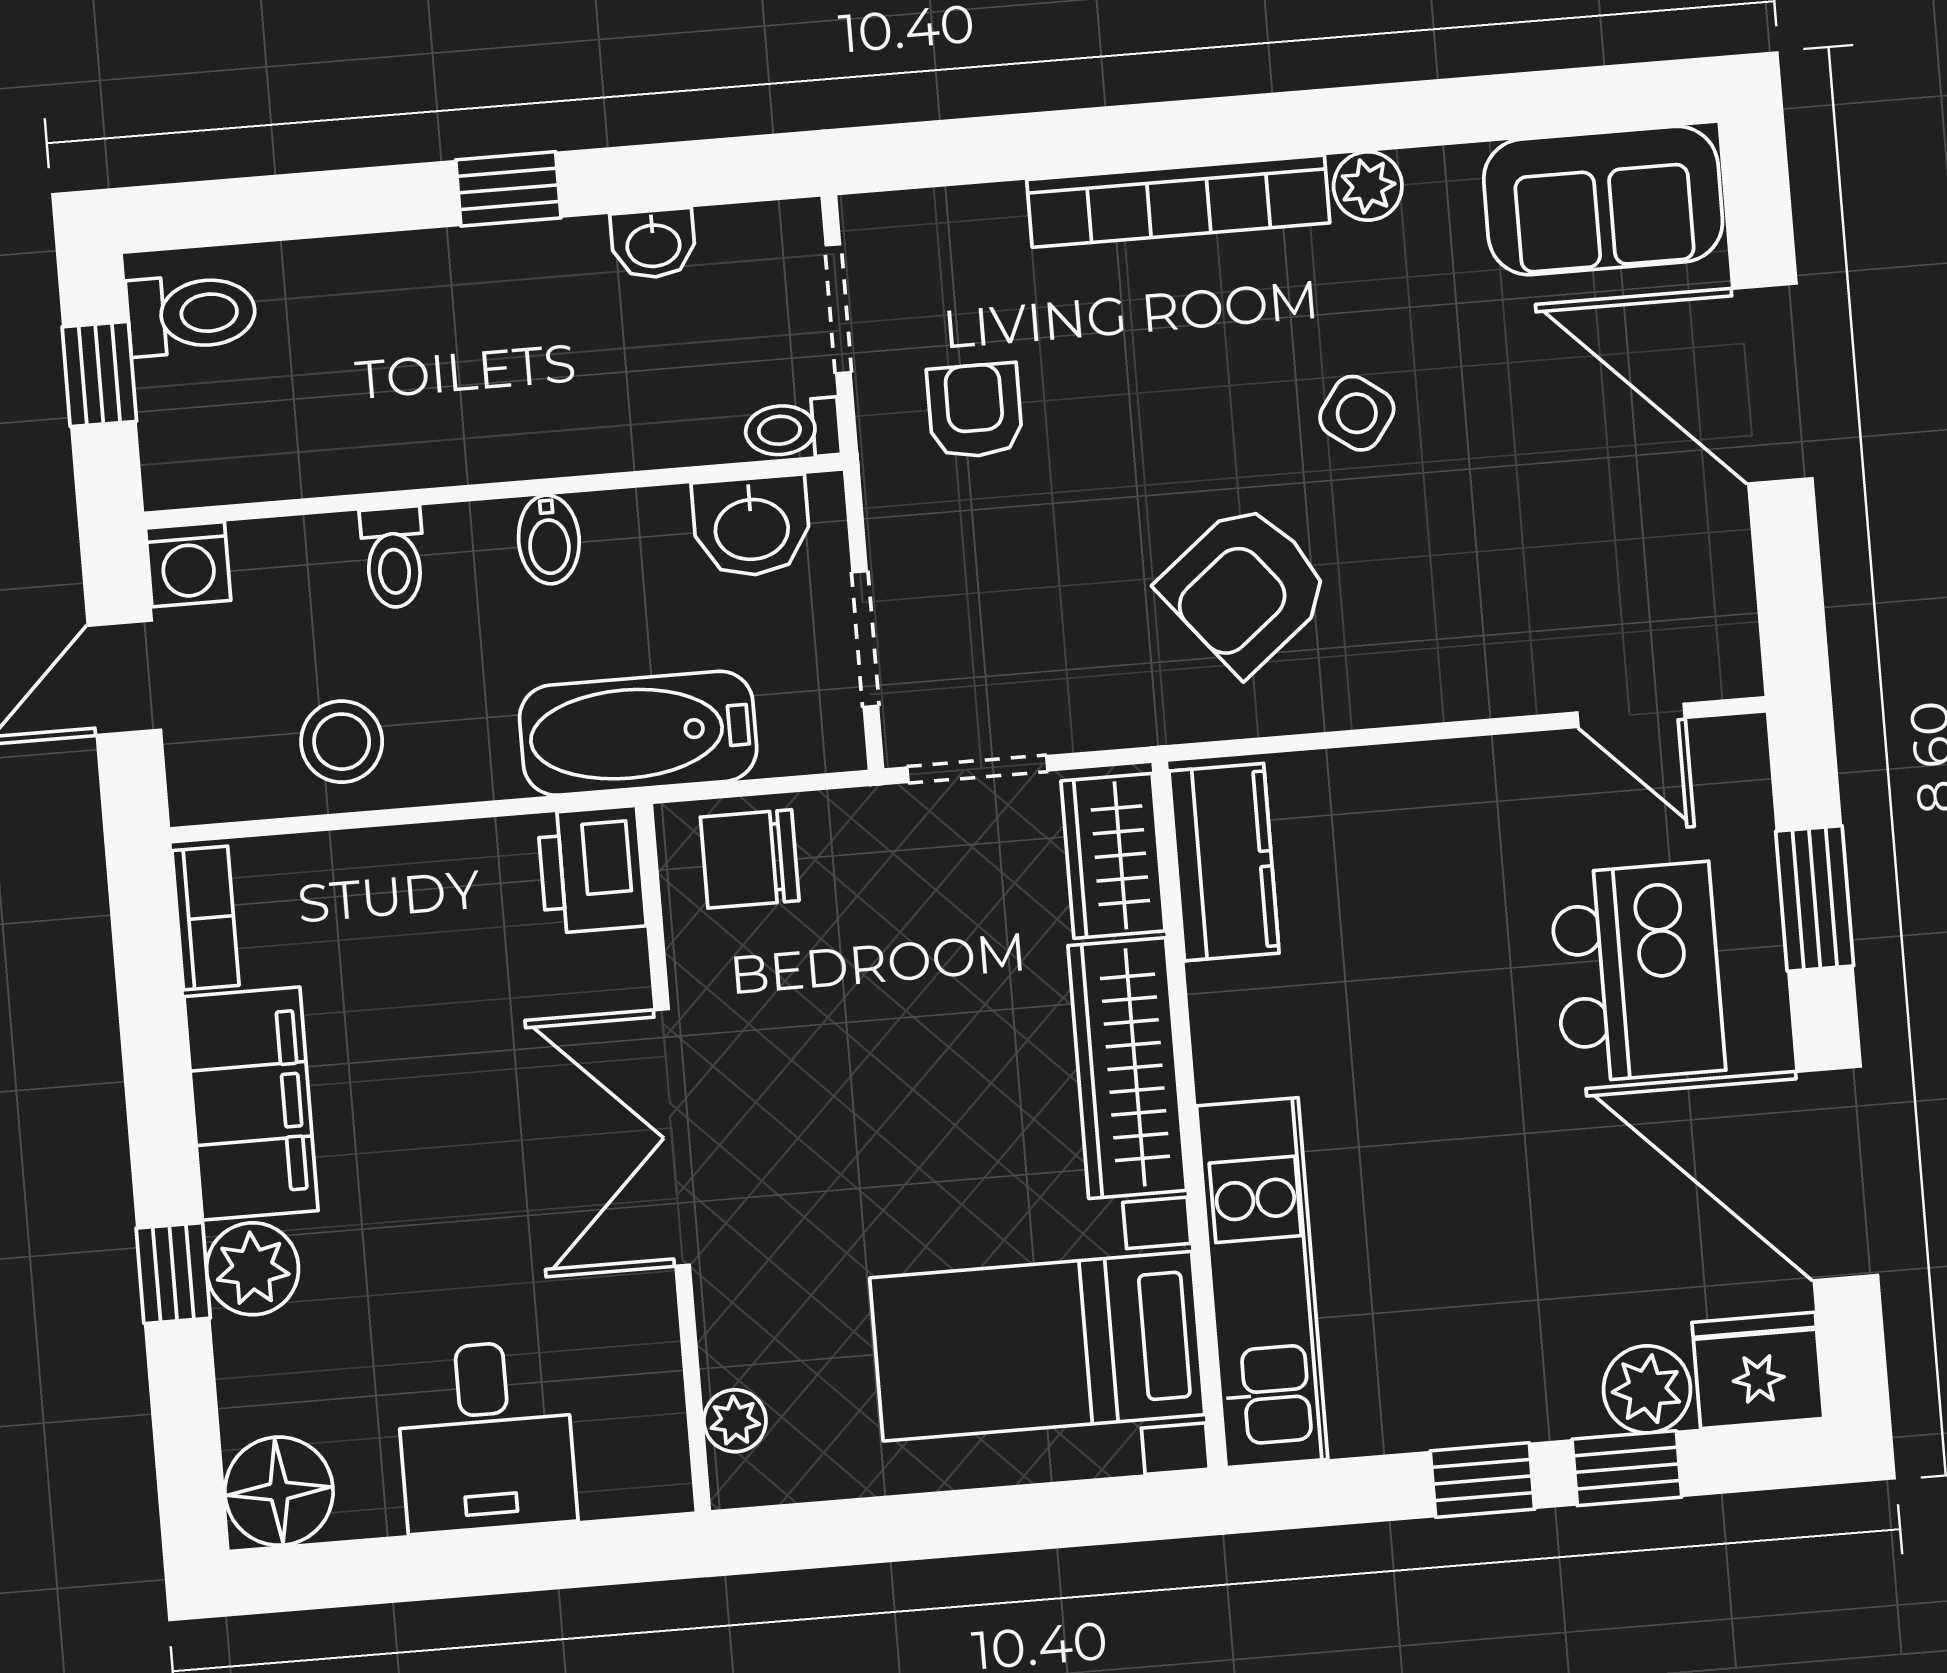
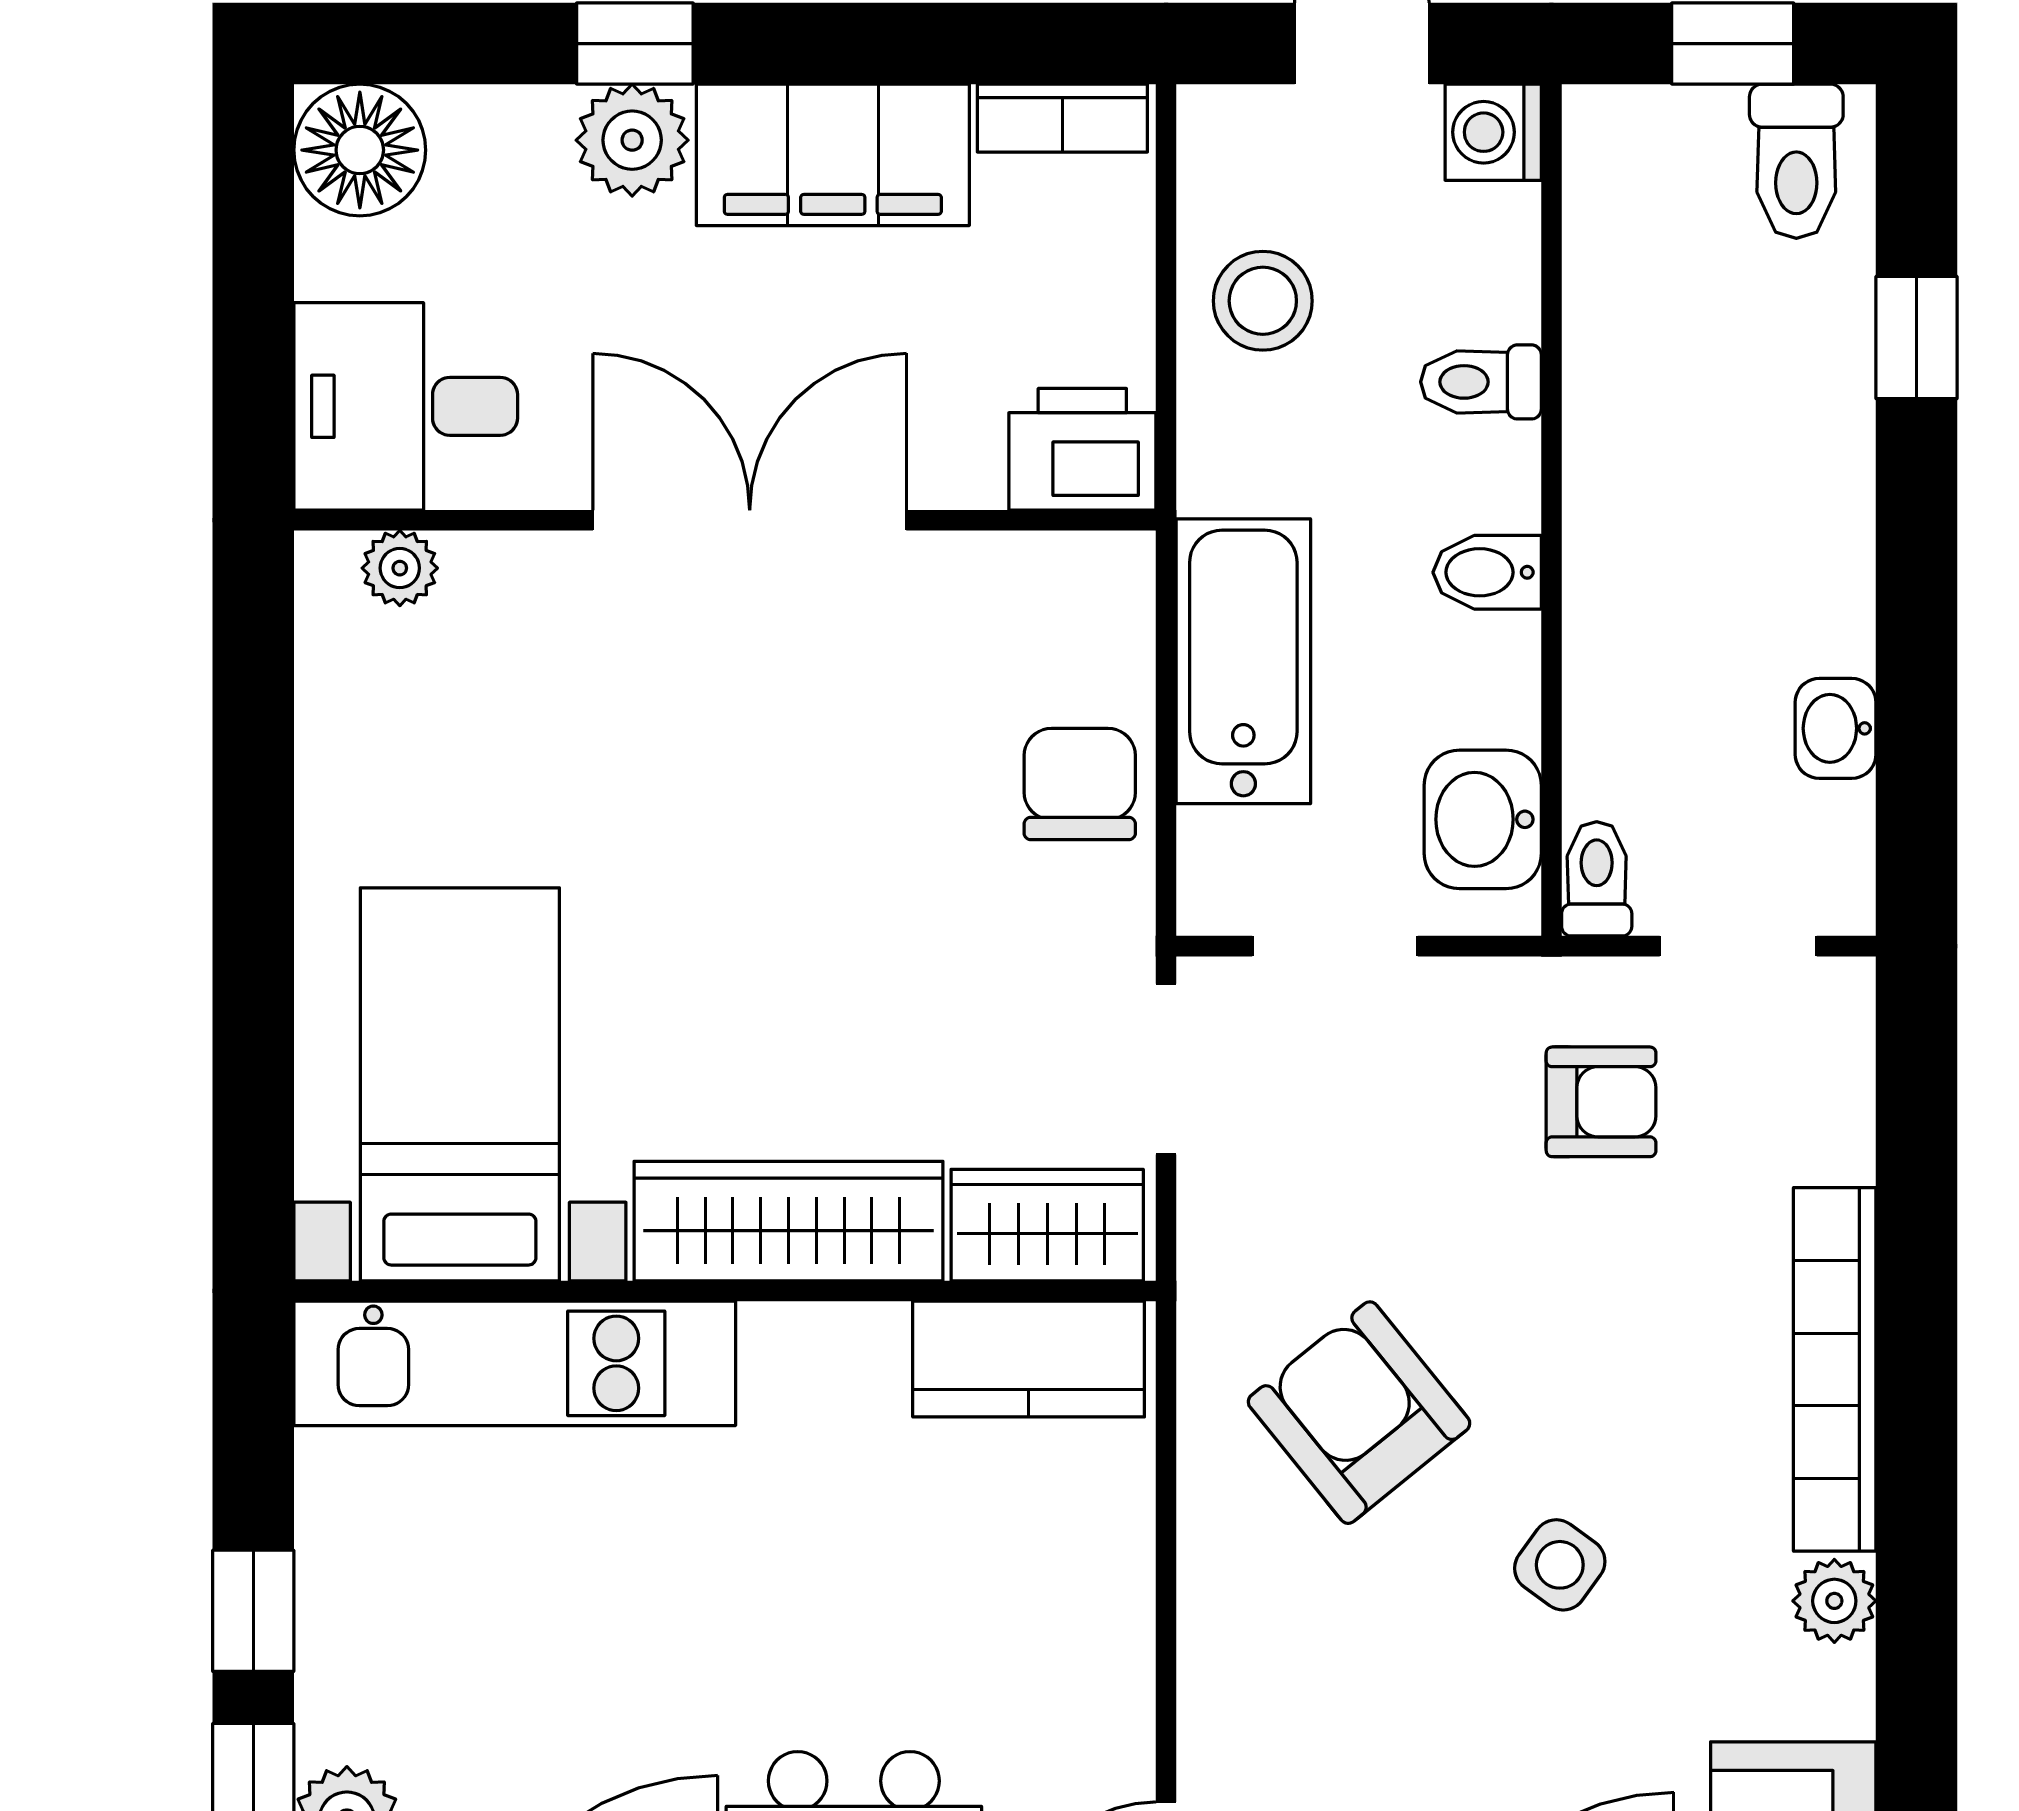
window: (508, 189) -> (1917, 338), moved
printer: (592, 870) -> (1082, 449), moved
double door: (672, 1137) -> (750, 520), moved
wall: (674, 1158) -> (725, 520), moved
plant: (735, 1421) -> (400, 568), moved

